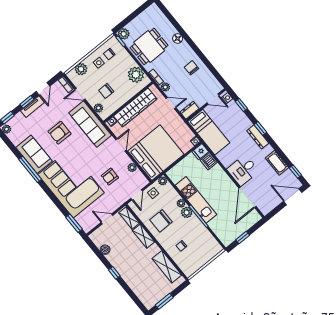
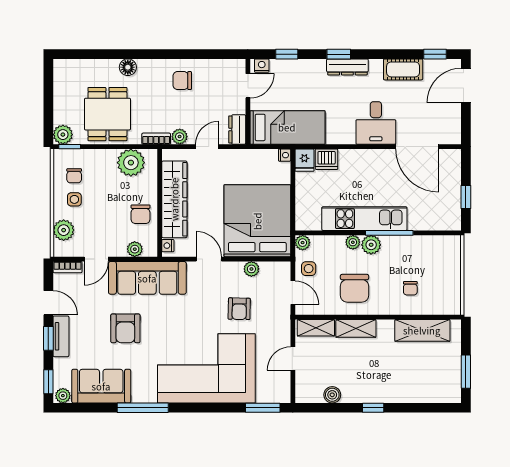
chair: (106, 91) -> (141, 214), moved
sofa: (34, 154) -> (101, 386), moved

